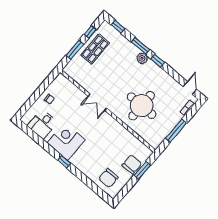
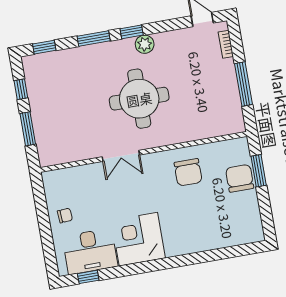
shop shelf: (95, 49) -> (49, 101), removed
plant: (142, 58) -> (145, 44), moved
round table: (142, 106) -> (139, 99), moved
desk: (43, 124) -> (90, 251), width x1.37
window: (64, 162) -> (88, 277), moved
chair: (108, 178) -> (188, 172), moved

